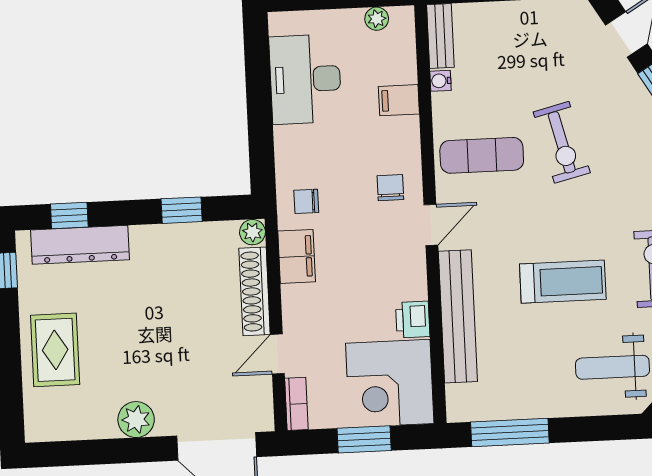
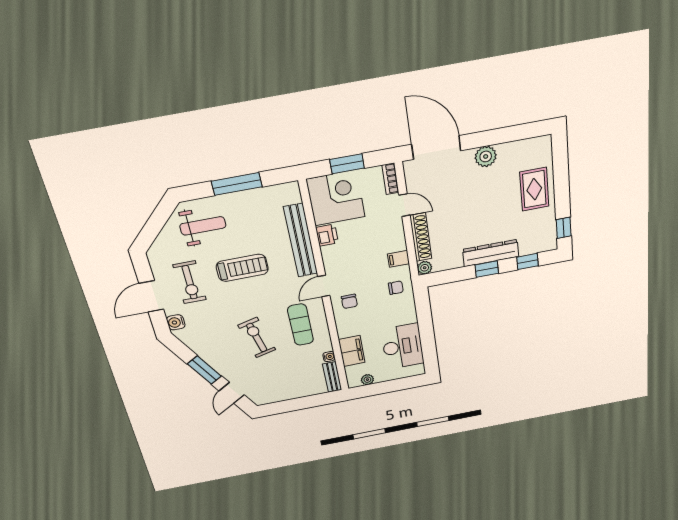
filing cabinet: (399, 100) -> (352, 351), width x2.00
exercise mat: (482, 155) -> (300, 325), turned 90
window: (182, 210) -> (487, 269), moved
dresser: (80, 245) -> (491, 253), moved
filing cabinet: (297, 256) -> (398, 259), width x0.50
treadmill: (563, 282) -> (242, 268), turned 180
door: (277, 354) -> (404, 205), hinge flipped
window: (510, 433) -> (237, 184), moved

